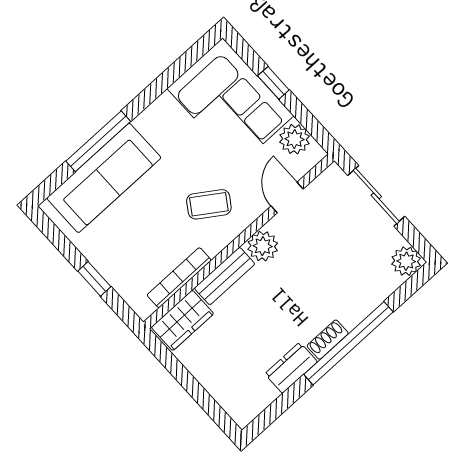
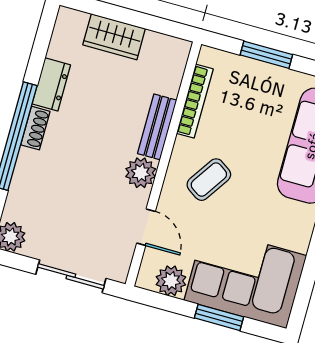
window: (273, 83) -> (219, 317), width x1.50
window: (94, 279) -> (266, 55), width x1.50
wardrobe: (182, 320) -> (114, 37), moved, turned -90

